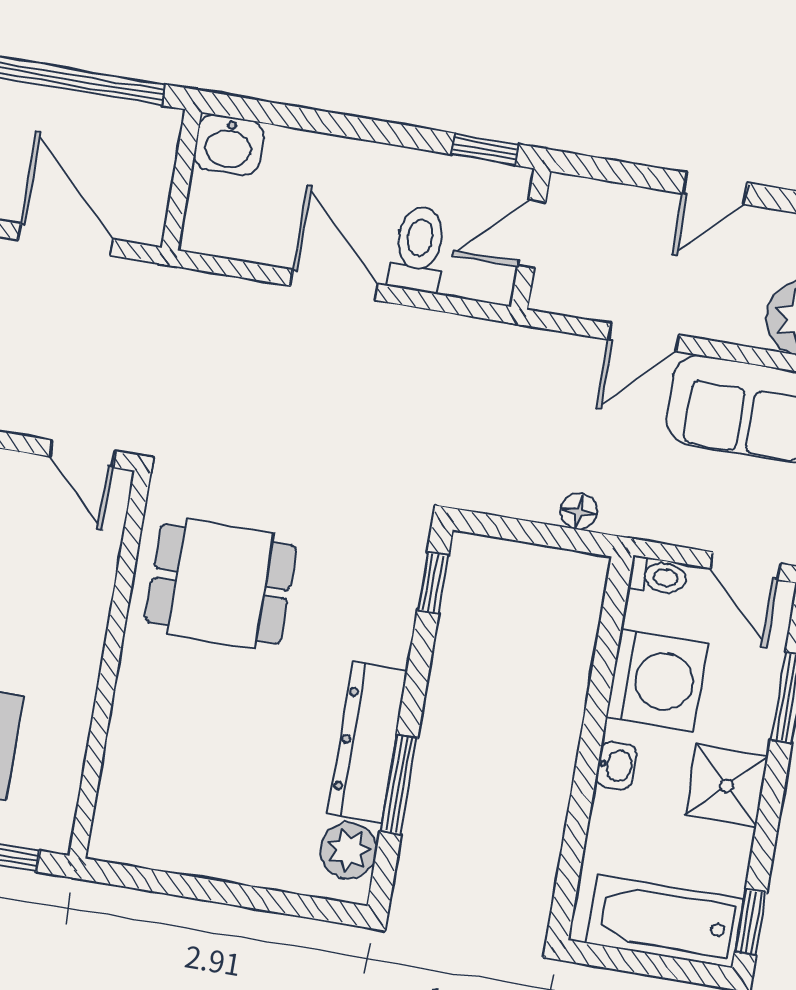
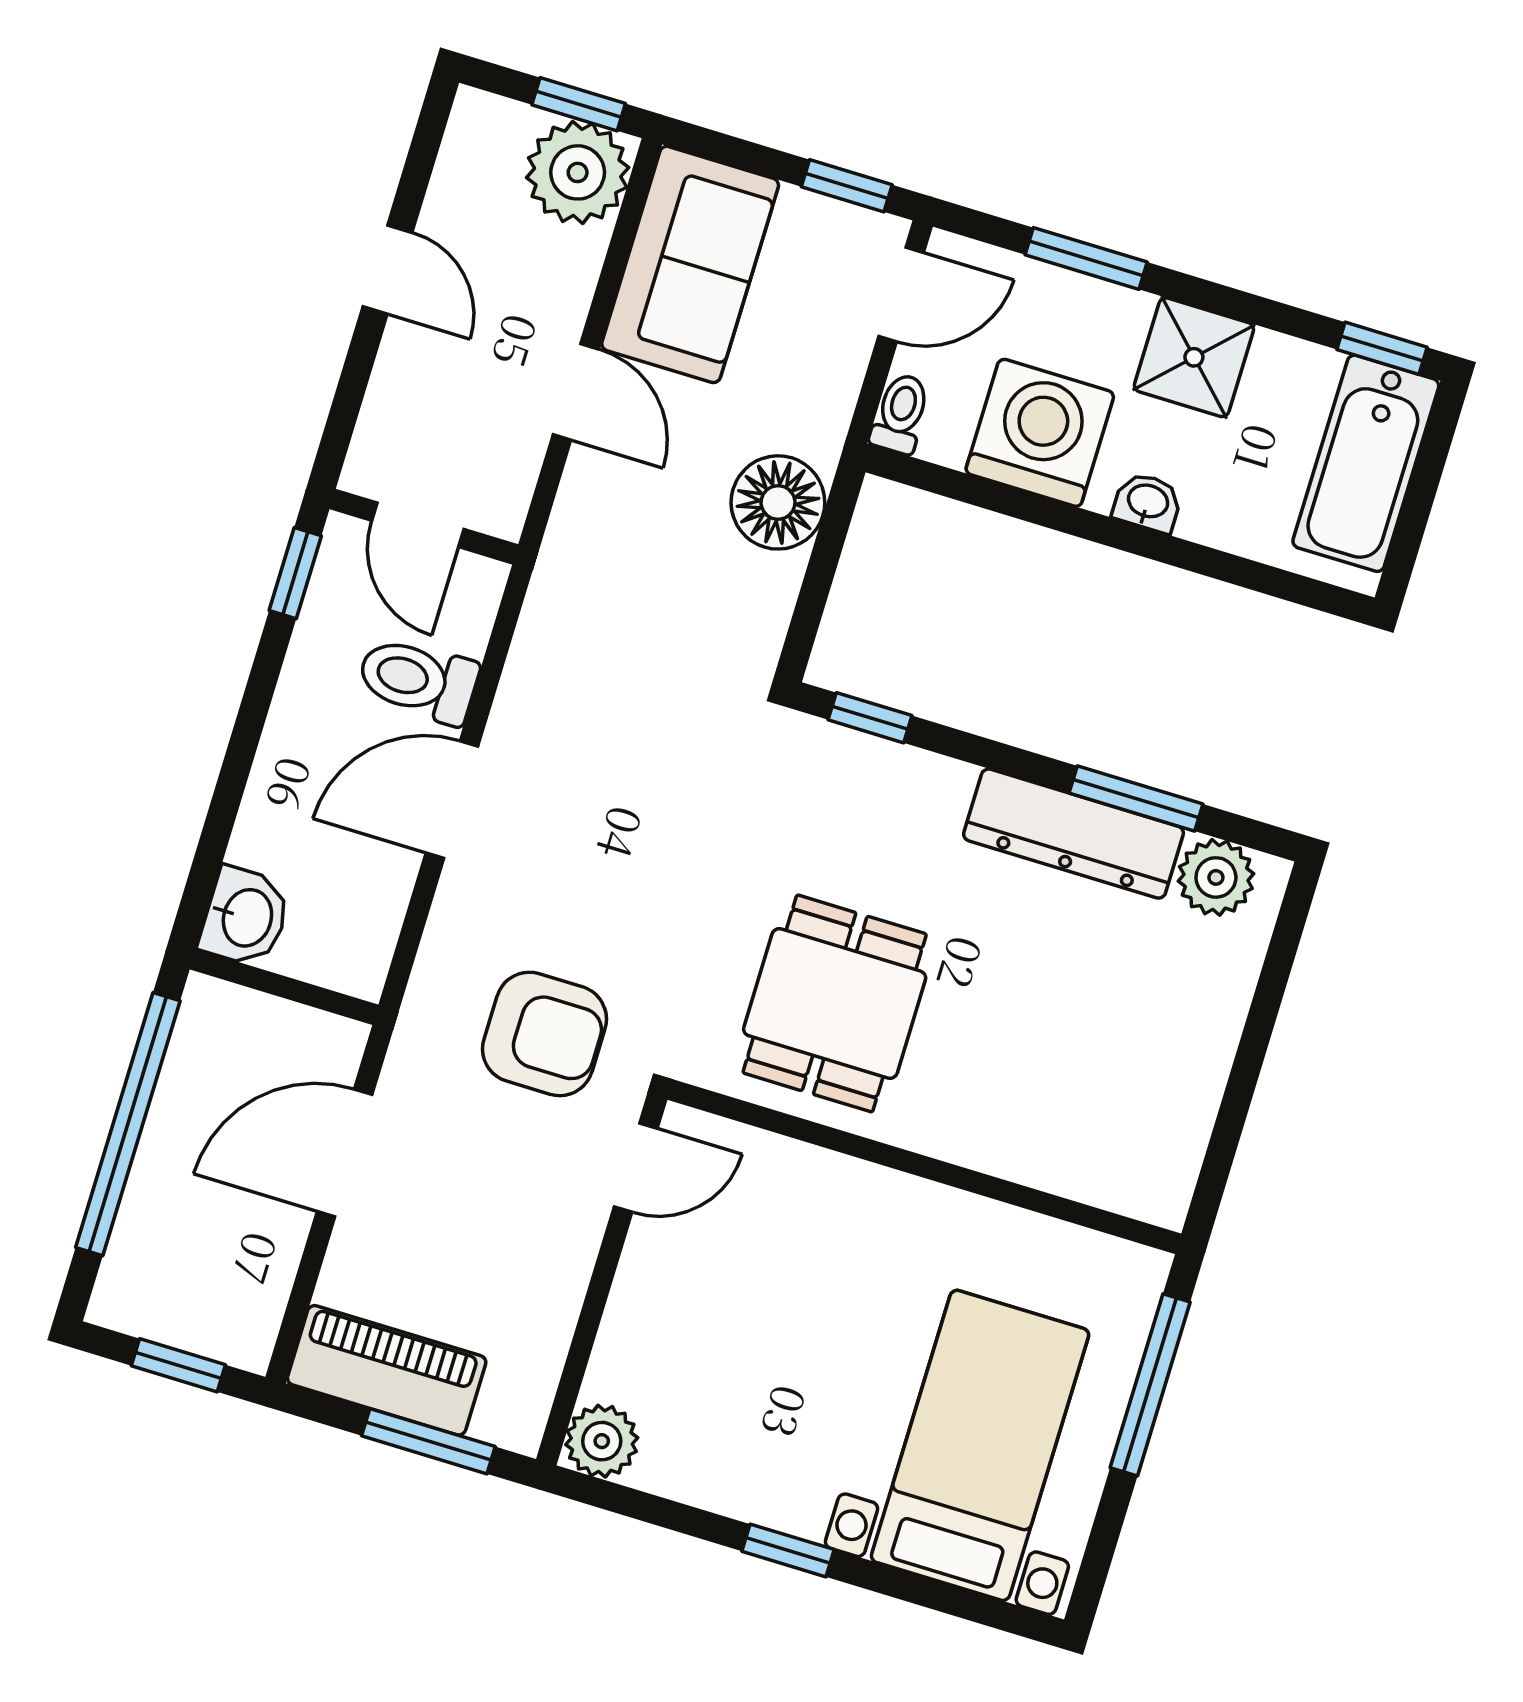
armchair: (171, 375) -> (544, 1034), added
floor lamp: (579, 511) -> (778, 502), width x1.89, depth x1.89

